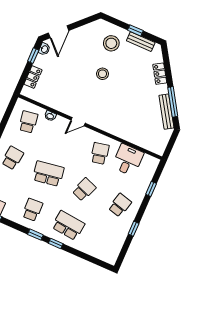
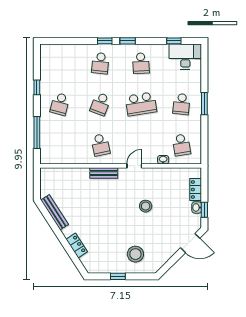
door: (59, 32) -> (190, 243), swing flipped
bench: (141, 42) -> (104, 173), moved
washbasin: (44, 49) -> (197, 207), moved
stool: (102, 74) -> (146, 206), moved
window: (173, 102) -> (53, 224), removed
desk: (128, 160) -> (71, 150), removed
window: (151, 189) -> (37, 132), width x2.17
school desk: (68, 225) -> (100, 63), width x0.54

